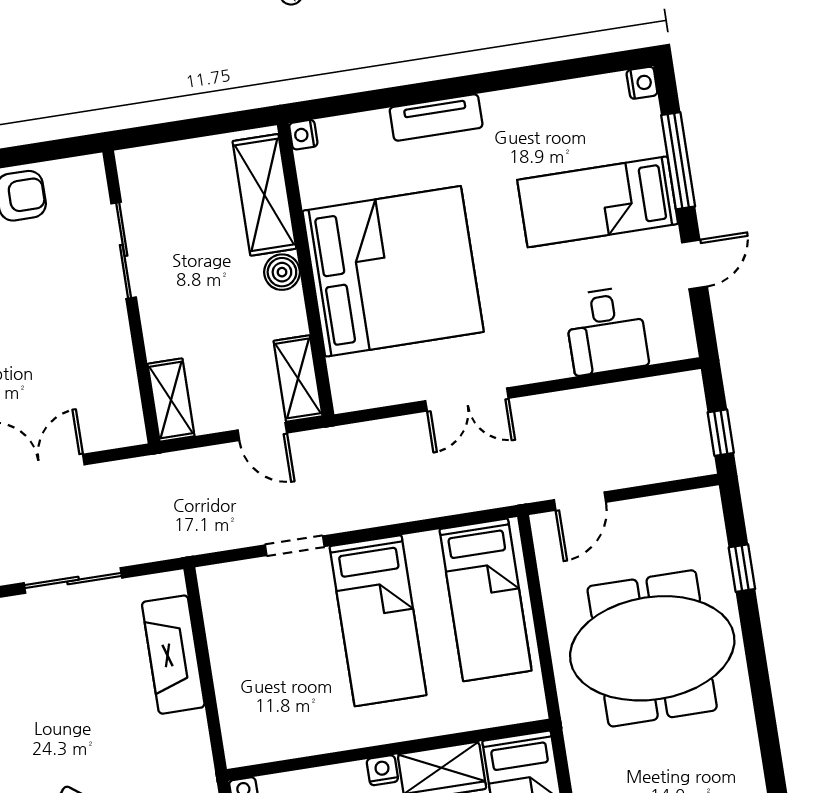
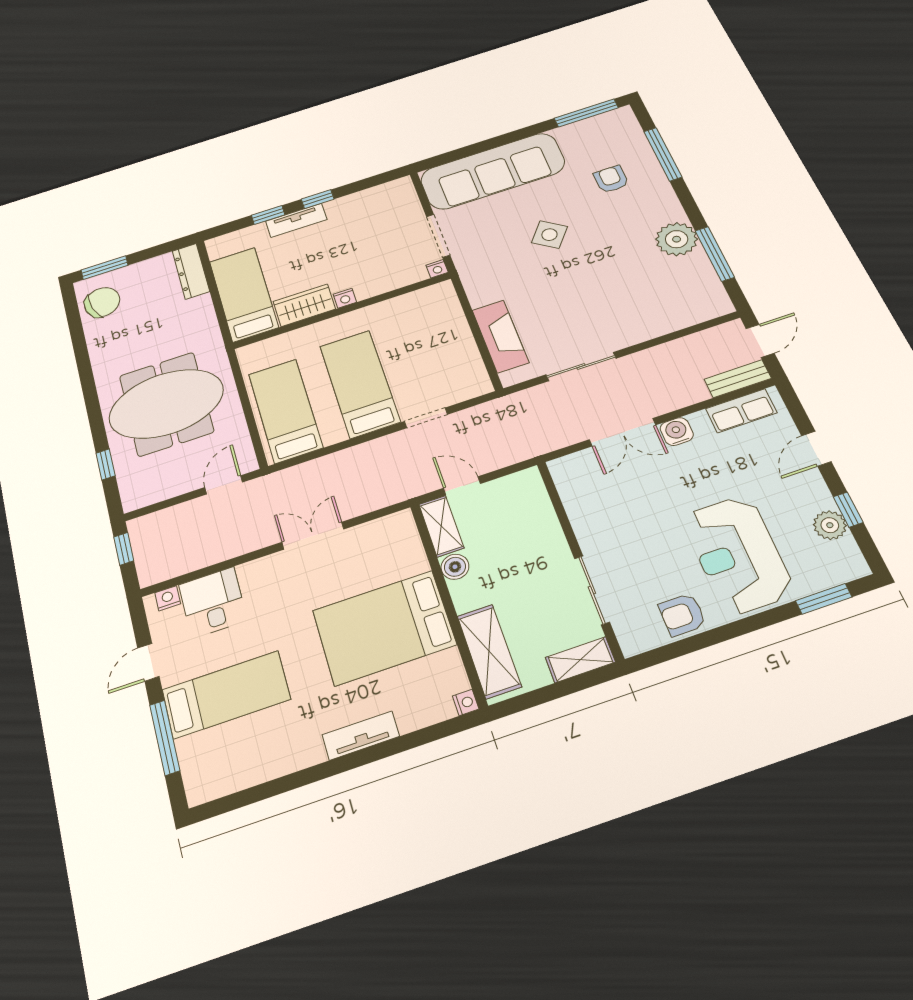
nightstand: (642, 83) -> (168, 598), moved, turned 90
bed: (393, 271) -> (384, 628), width x0.73
boiler: (282, 272) -> (455, 567), moved
shelving: (171, 400) -> (580, 660), moved, turned 90

